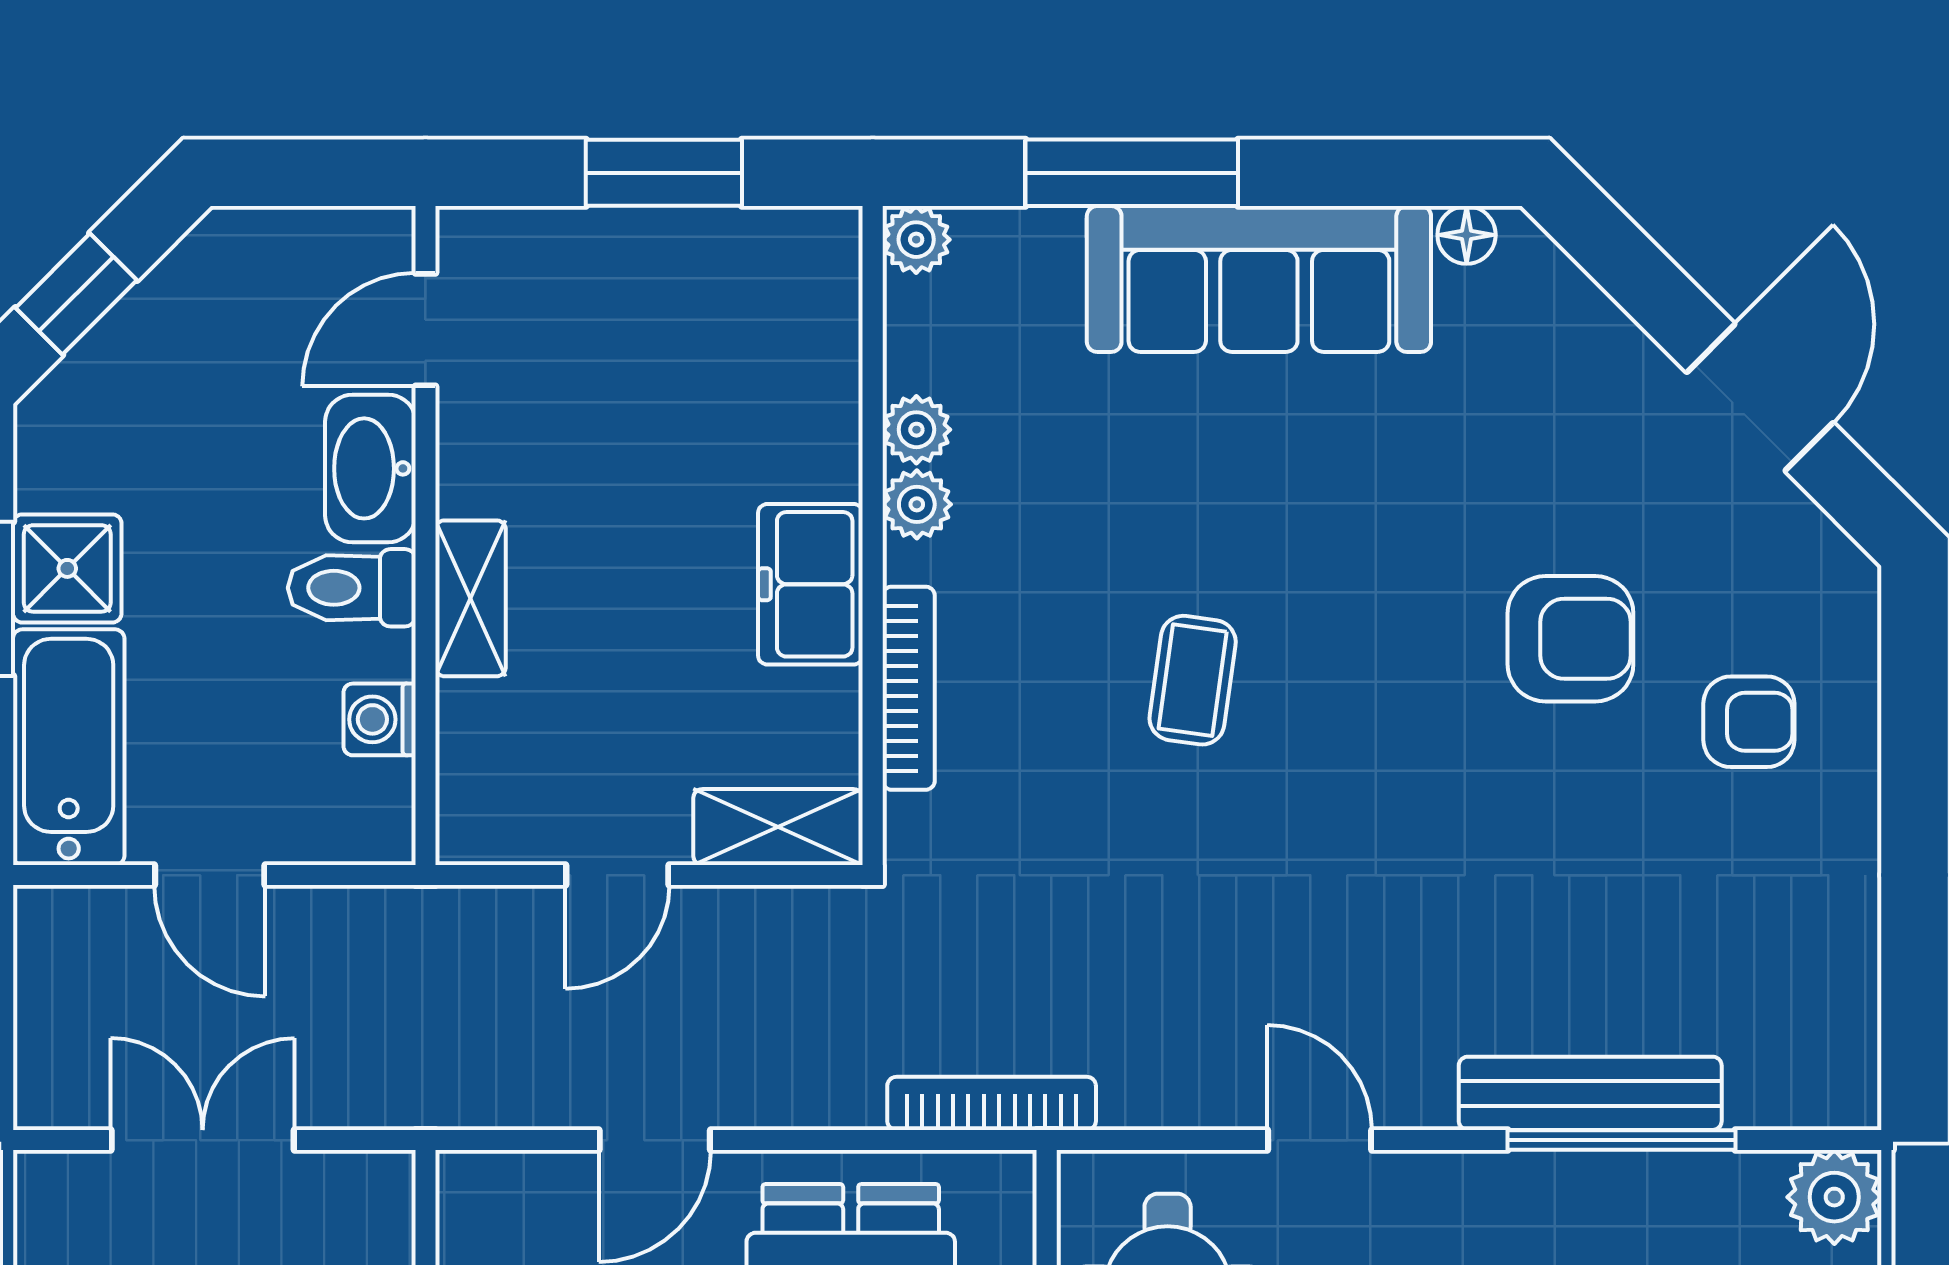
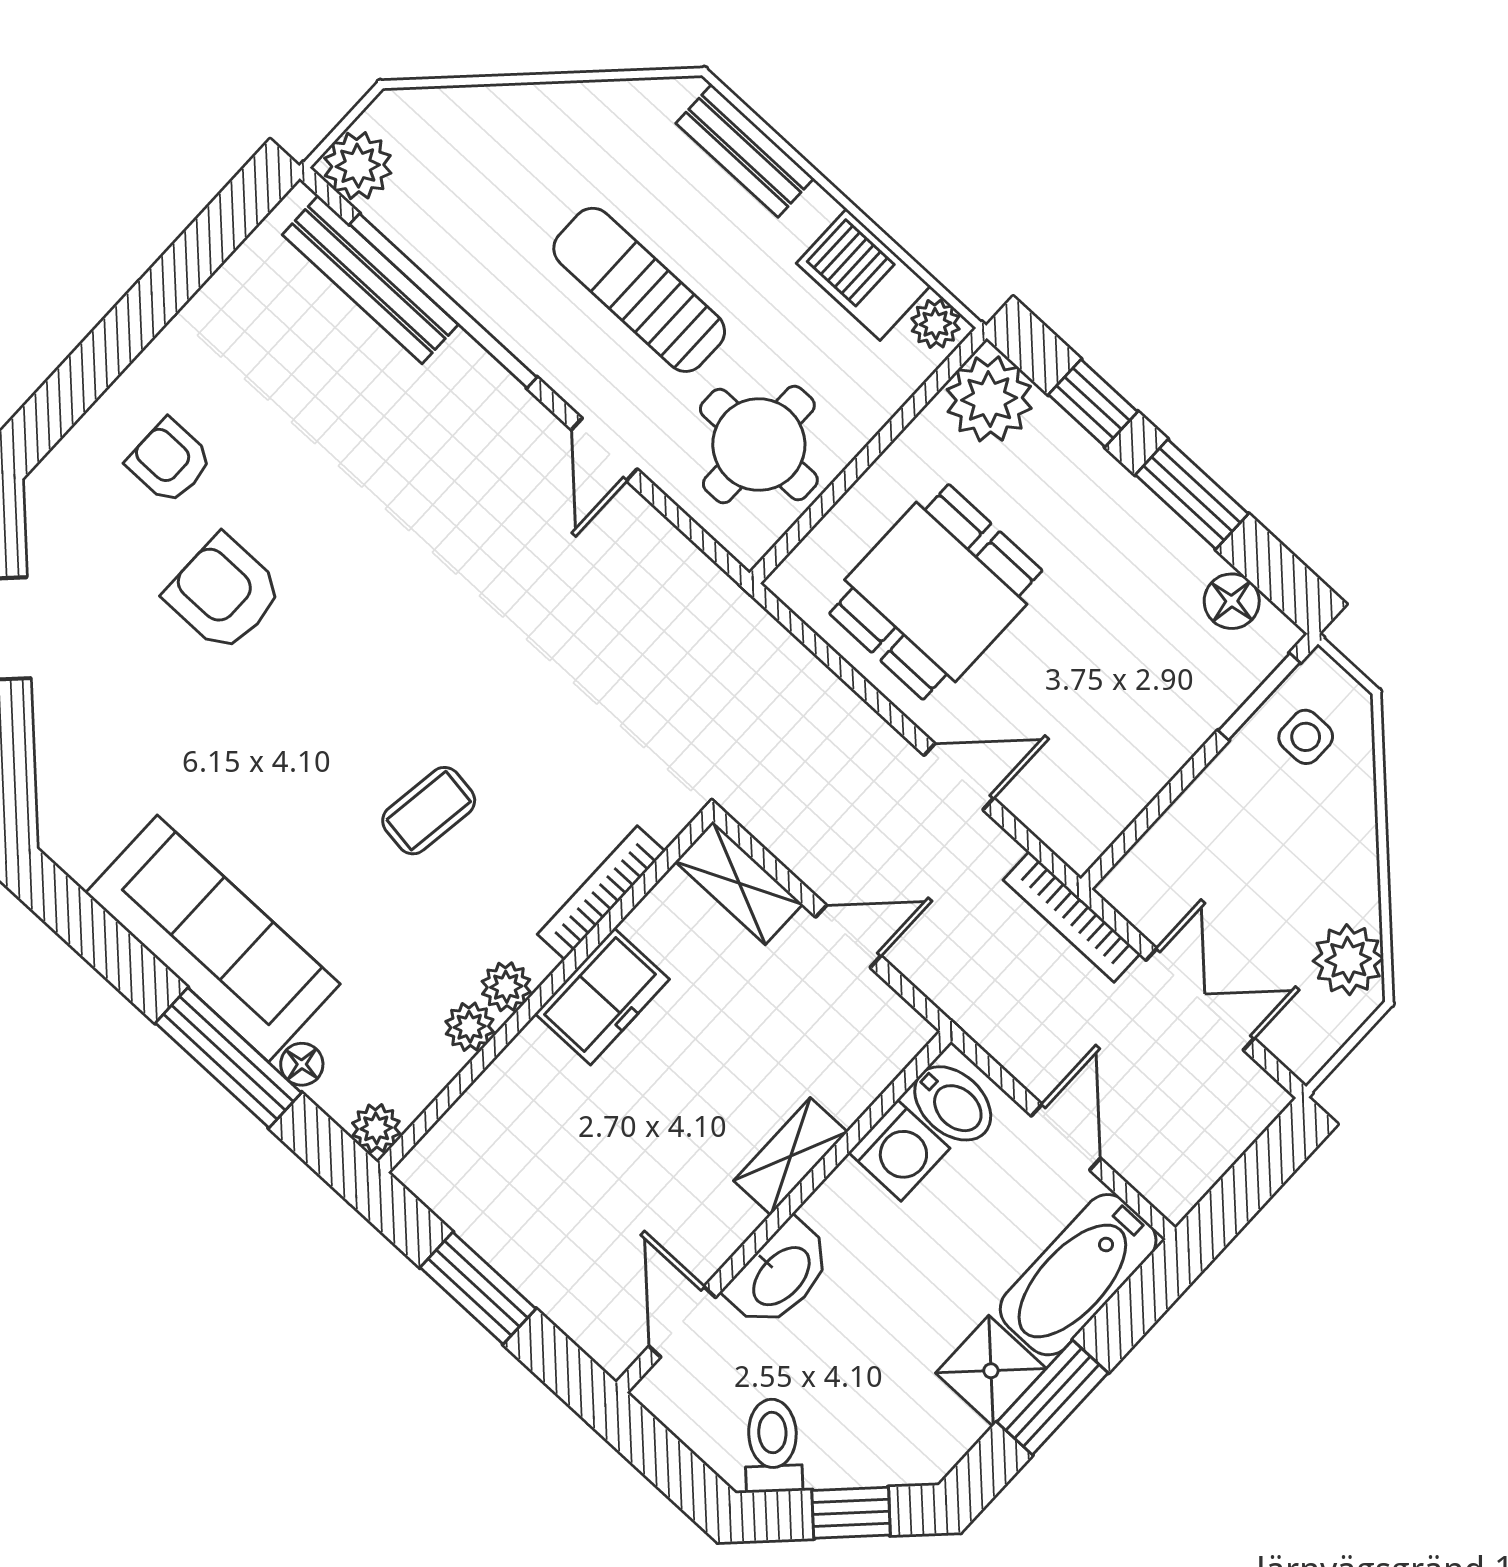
floor lamp: (1467, 235) -> (302, 1064), moved
door: (425, 330) -> (682, 1322), swing flipped
toilet: (352, 588) -> (773, 1445), moved, turned -135
coffee table: (1193, 680) -> (429, 811), moved
washing machine: (380, 719) -> (899, 1150), width x1.38, depth x1.38
bidet: (356, 803) -> (953, 1103), added
bench: (1590, 1093) -> (370, 280), moved
bookcase: (992, 1103) -> (1072, 917), moved
double door: (203, 1140) -> (1200, 999), swing flipped
window: (1621, 1140) -> (443, 301), width x1.46

